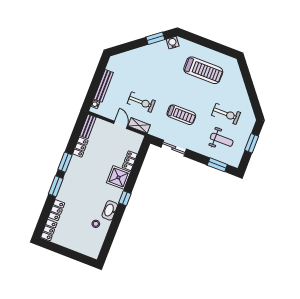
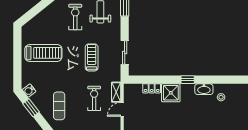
exercise mat: (147, 66) -> (59, 106), added
treadmill: (203, 70) -> (43, 53), turned 90

